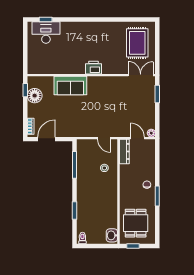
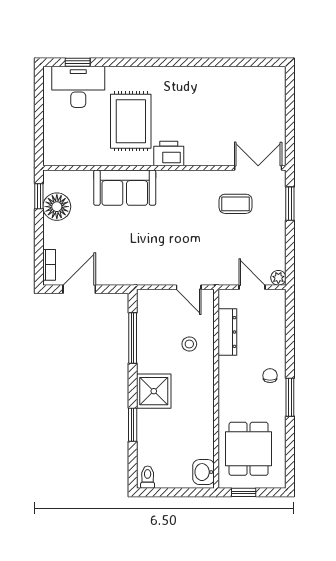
rug: (137, 43) -> (131, 121), moved
coffee table: (129, 94) -> (236, 204), added
dresser: (124, 151) -> (227, 332), moved
shower: (86, 193) -> (154, 391), added

